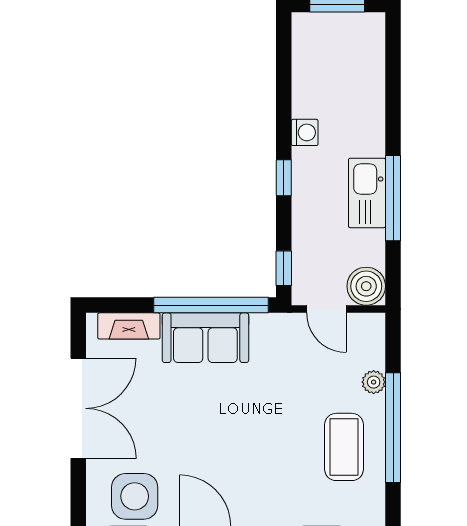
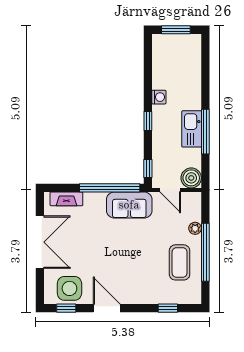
sofa: (205, 338) -> (129, 205), moved

